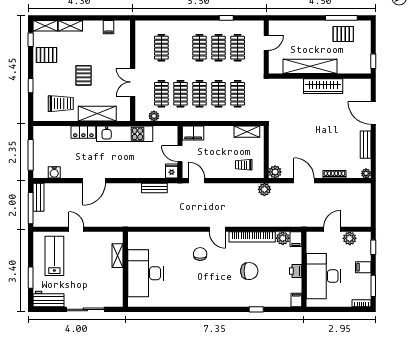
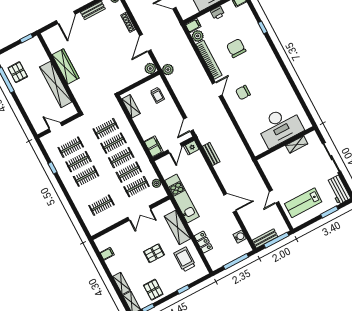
locker: (83, 132) -> (203, 242), moved
shelving: (118, 256) -> (297, 145), moved

